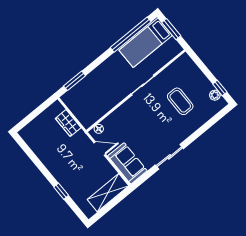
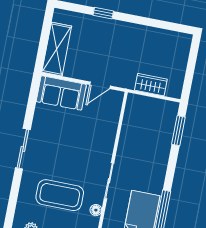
coffee table: (180, 101) -> (60, 195), width x1.36, depth x1.32
floor lamp: (99, 129) -> (96, 210), moved
sliding door: (169, 157) -> (23, 149), moved

